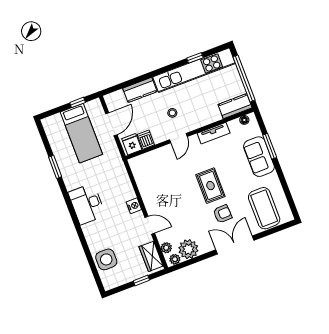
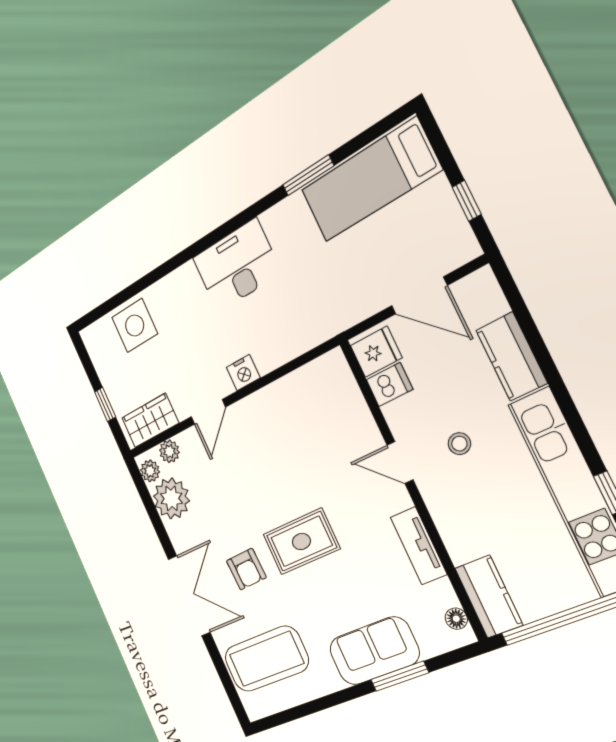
bed: (81, 133) -> (370, 180), moved

